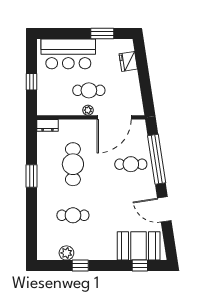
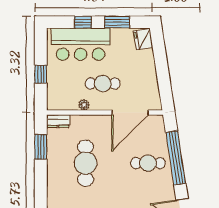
window: (71, 33) -> (83, 22), added
fridge: (128, 61) -> (143, 39), moved
plant: (88, 110) -> (84, 105), moved
window: (31, 176) -> (41, 147), moved

